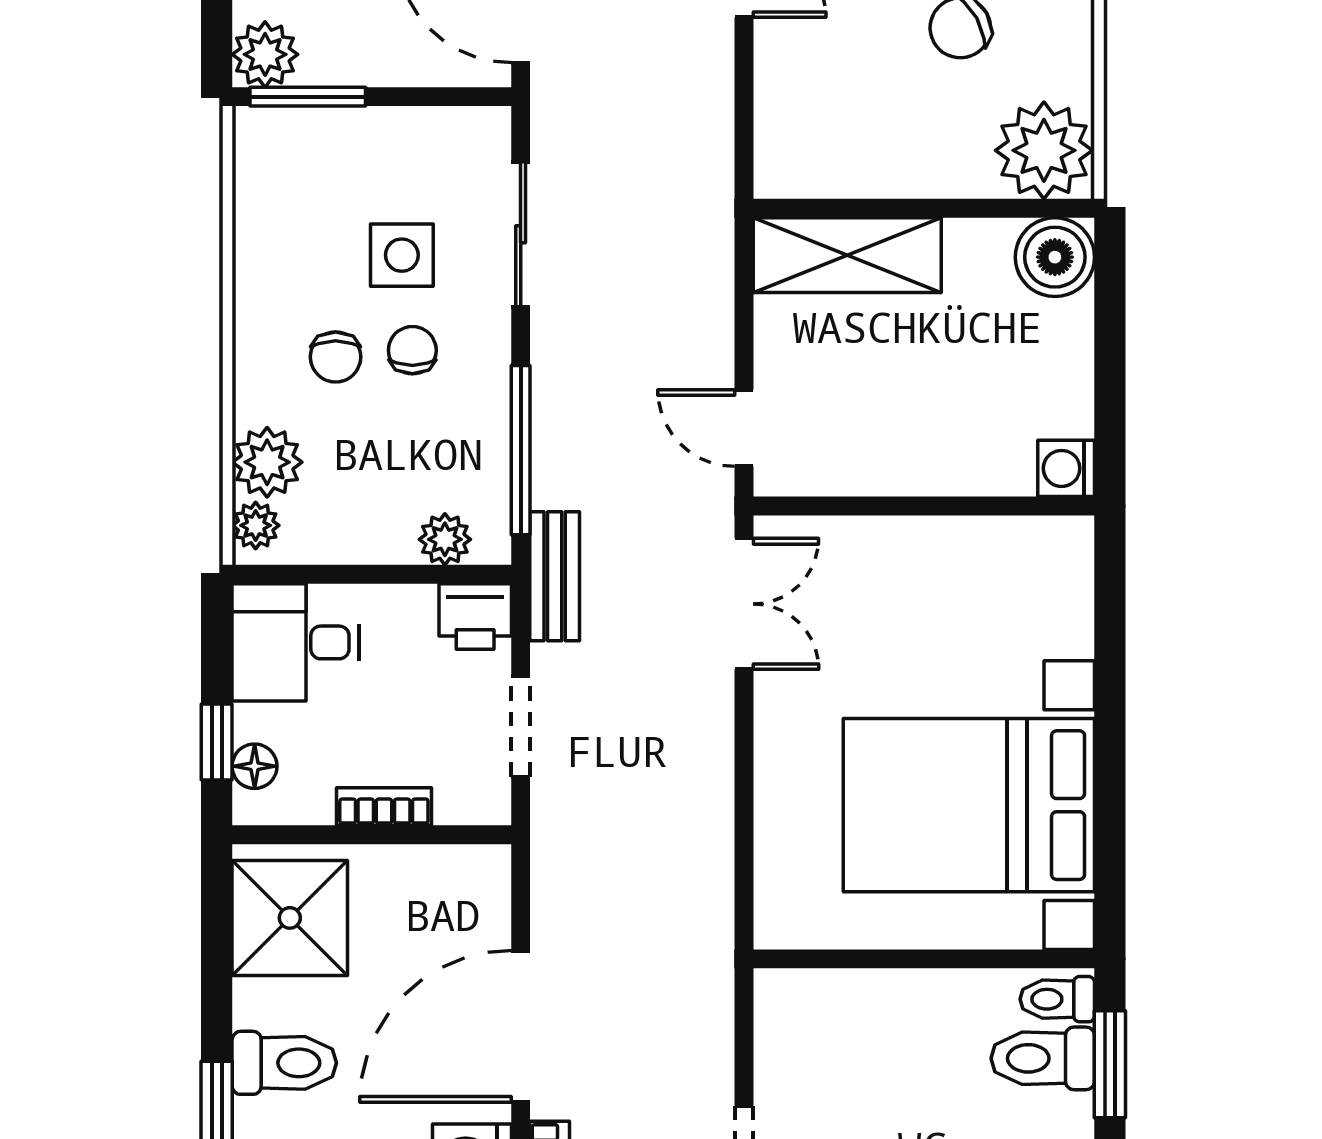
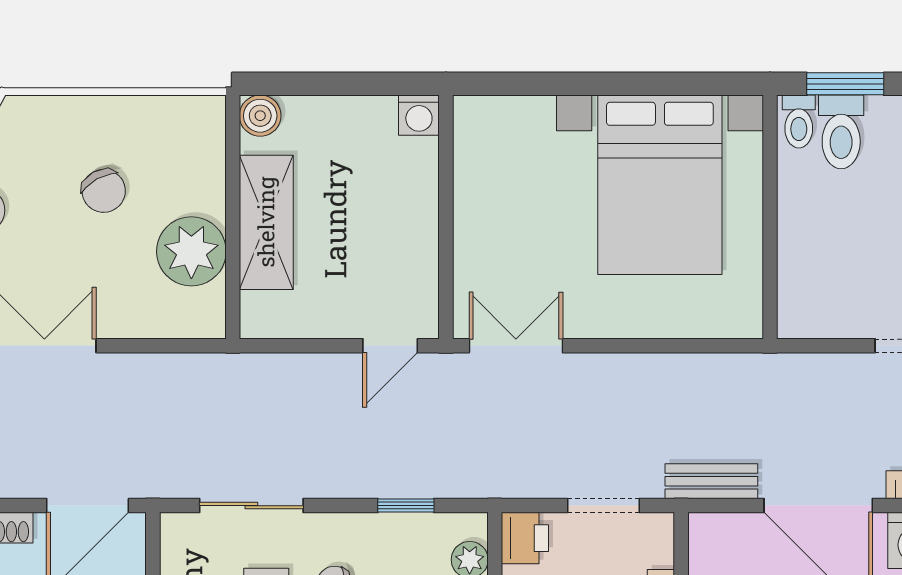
plant: (1044, 150) -> (191, 251), moved
shelving: (847, 255) -> (266, 222), moved
boiler: (1055, 257) -> (260, 116), width x0.73, depth x0.73
window: (521, 450) -> (406, 506), width x0.46
bench: (555, 576) -> (711, 481), moved

